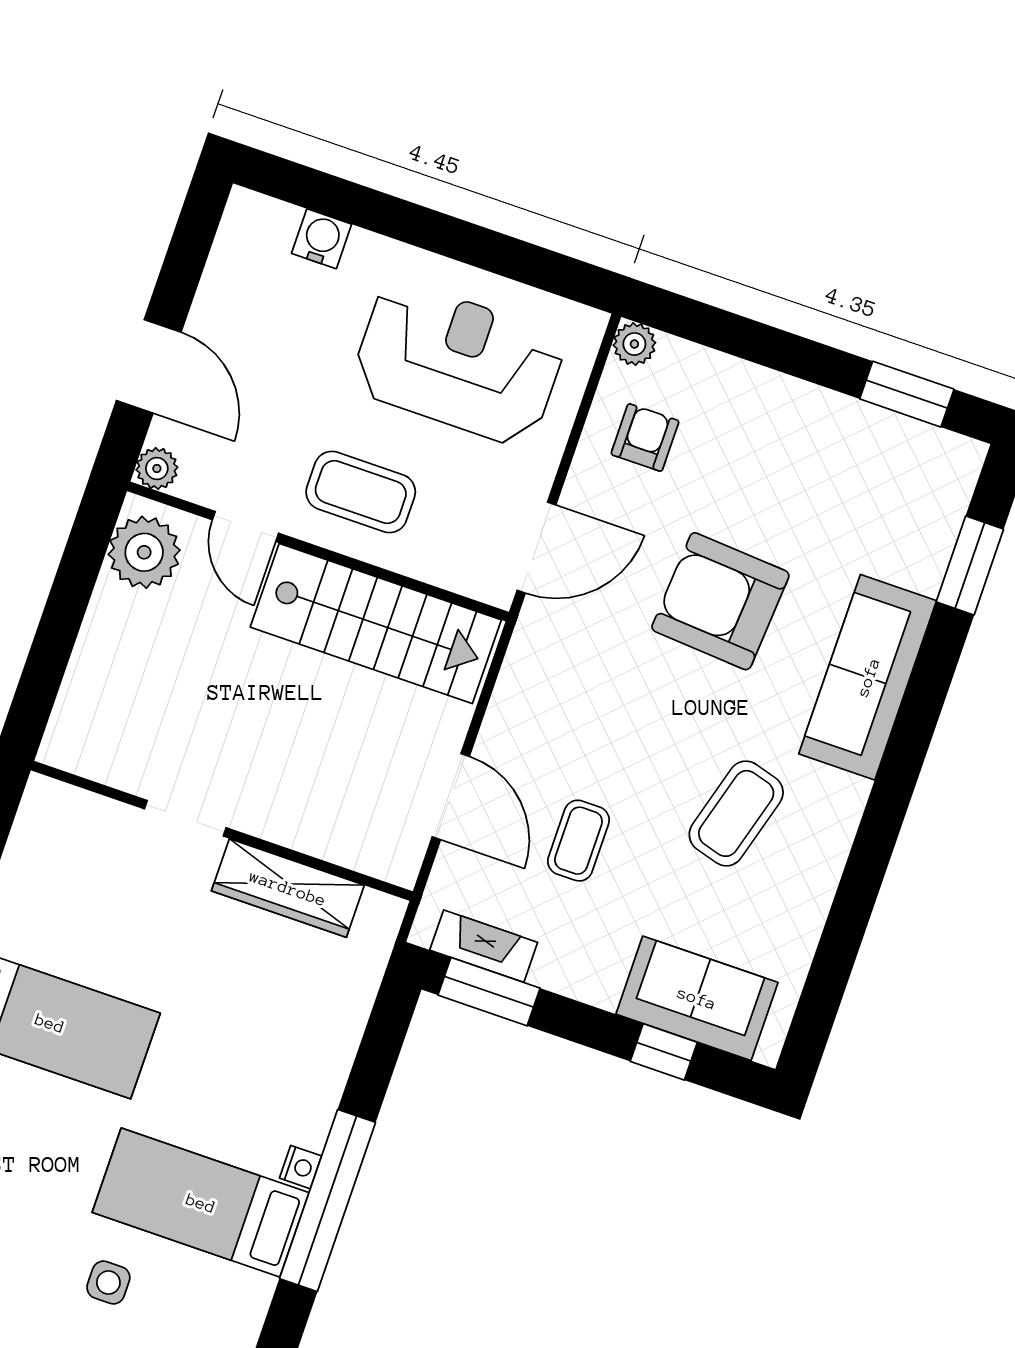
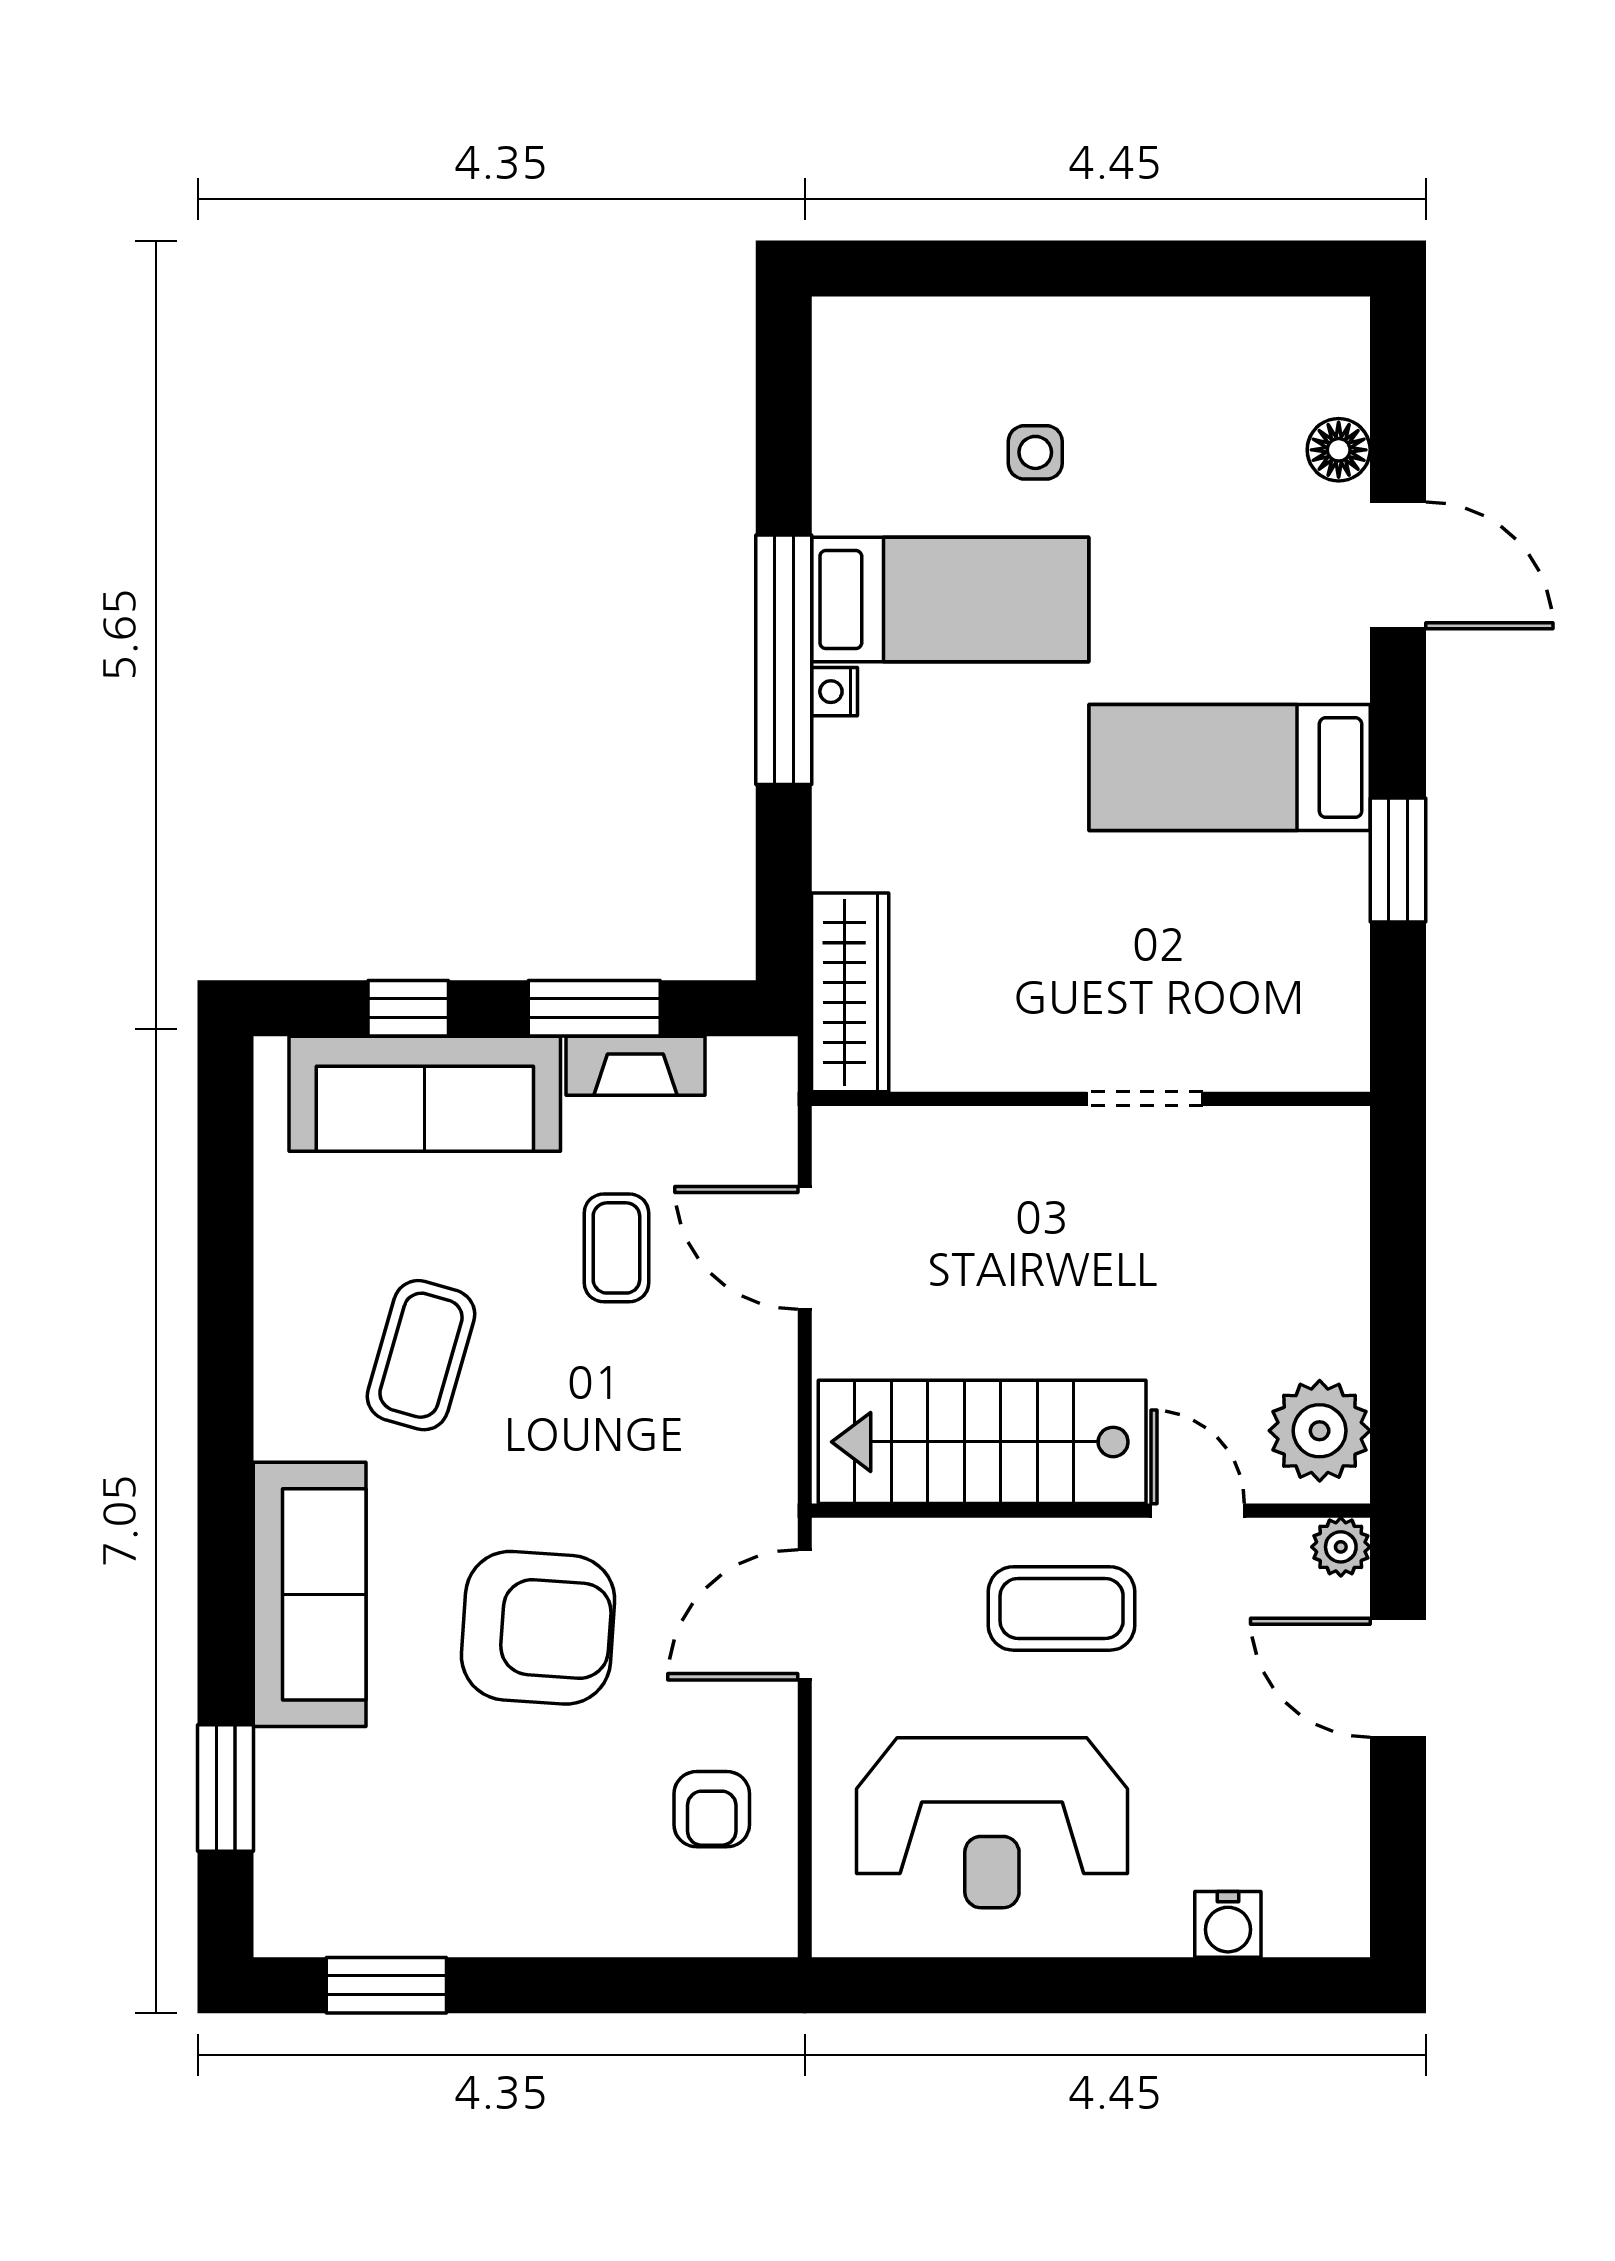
plant: (634, 344) -> (768, 1928), removed
wardrobe: (288, 888) -> (850, 992), moved, turned 90
fireplace: (484, 946) -> (635, 1066), moved
window: (489, 992) -> (594, 1008), moved
sofa: (697, 998) -> (425, 1094), width x1.36

